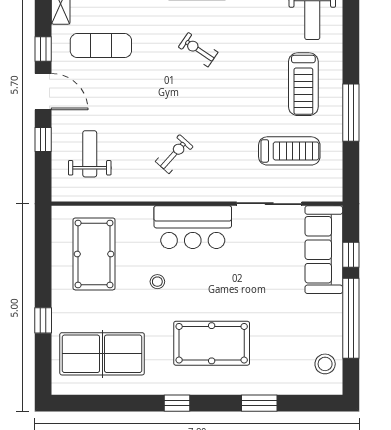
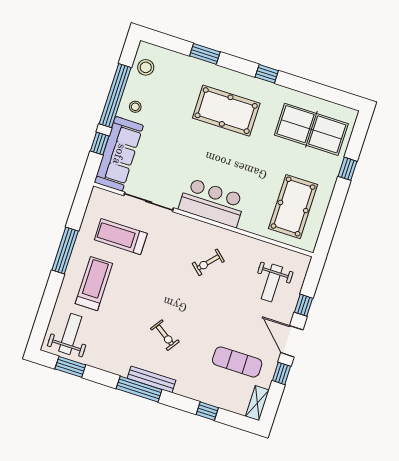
stool: (157, 282) -> (135, 107), moved

